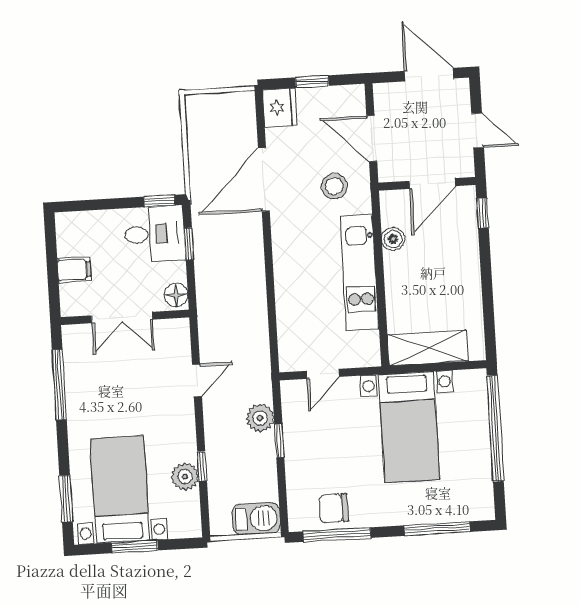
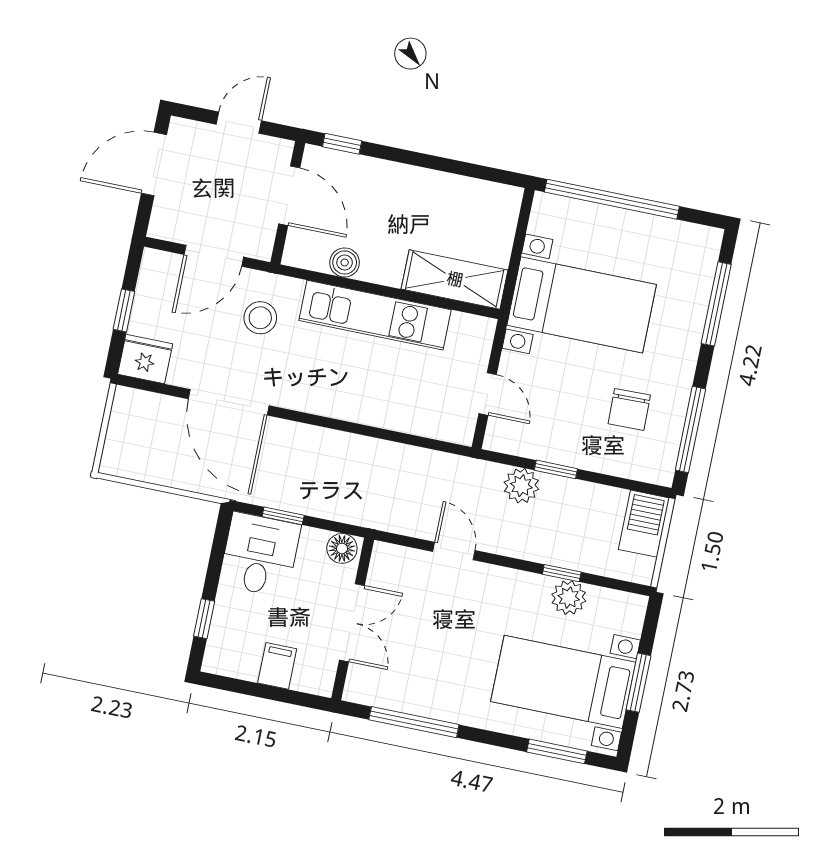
window: (159, 201) -> (204, 619), moved
shelving: (428, 348) -> (455, 279), moved, turned 90
chair: (334, 508) -> (629, 409), moved

